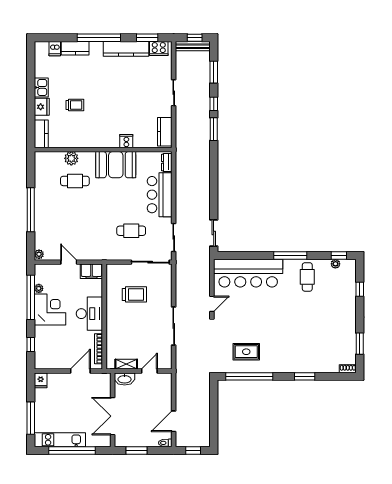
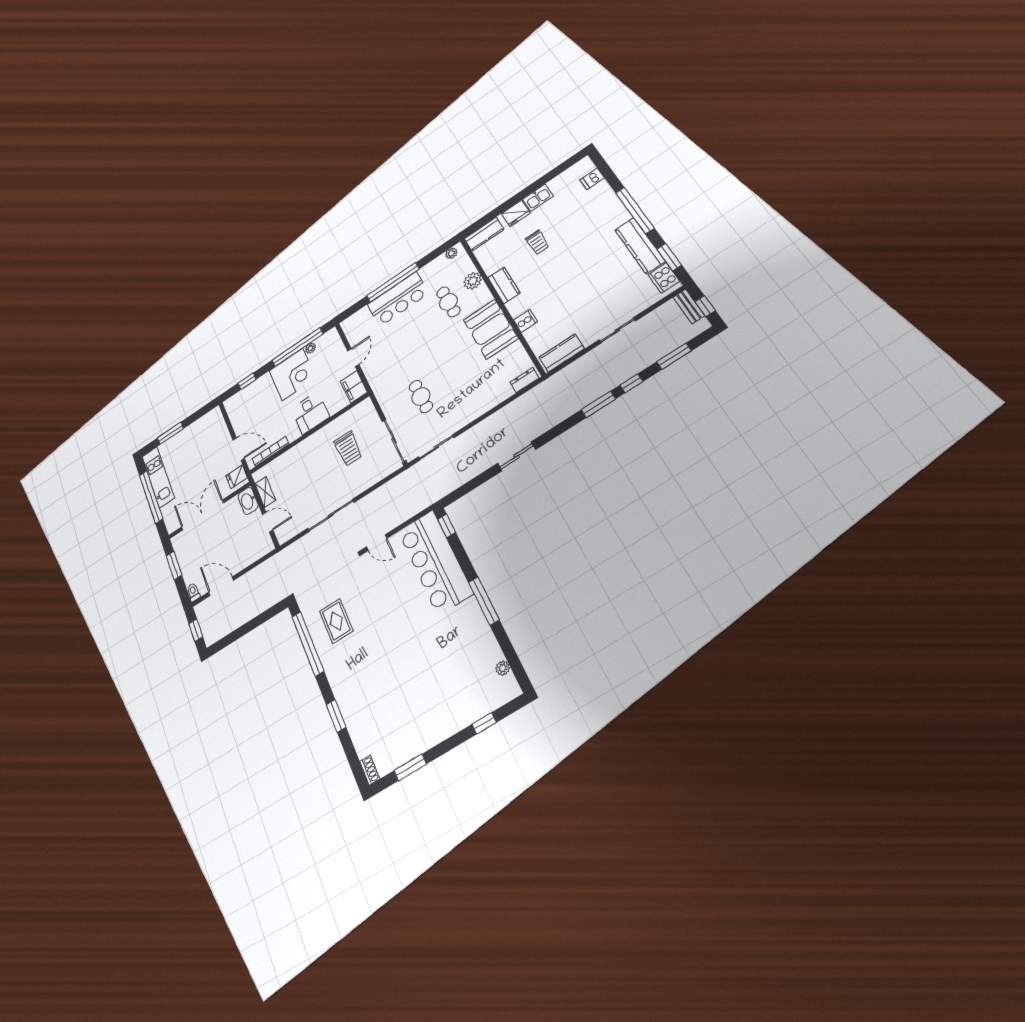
bench: (193, 46) -> (689, 306), width x0.73
kitchen counter: (75, 48) -> (504, 285), moved, turned 180
bar counter: (160, 195) -> (398, 299), moved, turned 180
sliding door: (214, 233) -> (516, 456), moved
plant: (39, 254) -> (451, 253), moved
window: (339, 256) -> (447, 526), moved
cafe table: (307, 277) -> (466, 641), removed
desk: (89, 314) -> (310, 413), width x0.73
fridge: (41, 380) -> (237, 477), moved
window: (31, 418) -> (170, 433), width x0.69

